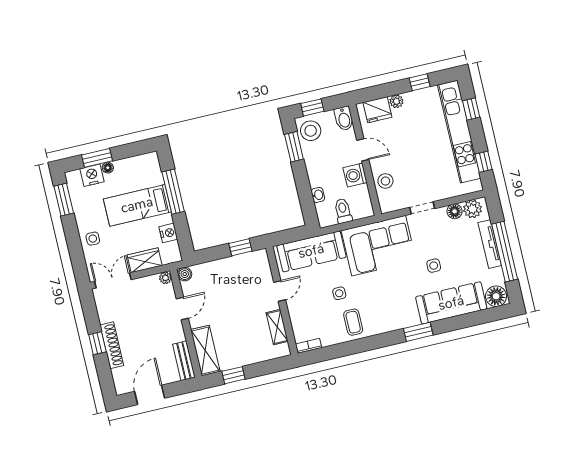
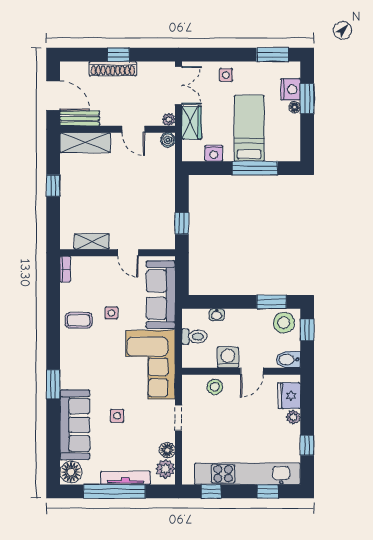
boiler: (185, 274) -> (168, 140), moved
plant: (165, 278) -> (169, 119), moved
door: (182, 309) -> (133, 129), moved
wall: (186, 323) -> (118, 129), moved
shelving: (205, 351) -> (85, 143), moved
bench: (184, 361) -> (80, 118), moved

